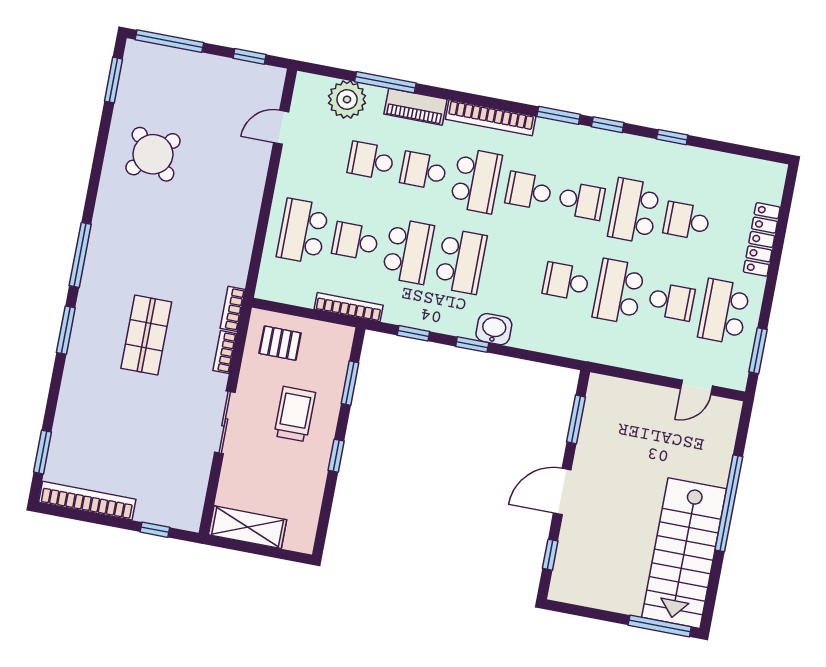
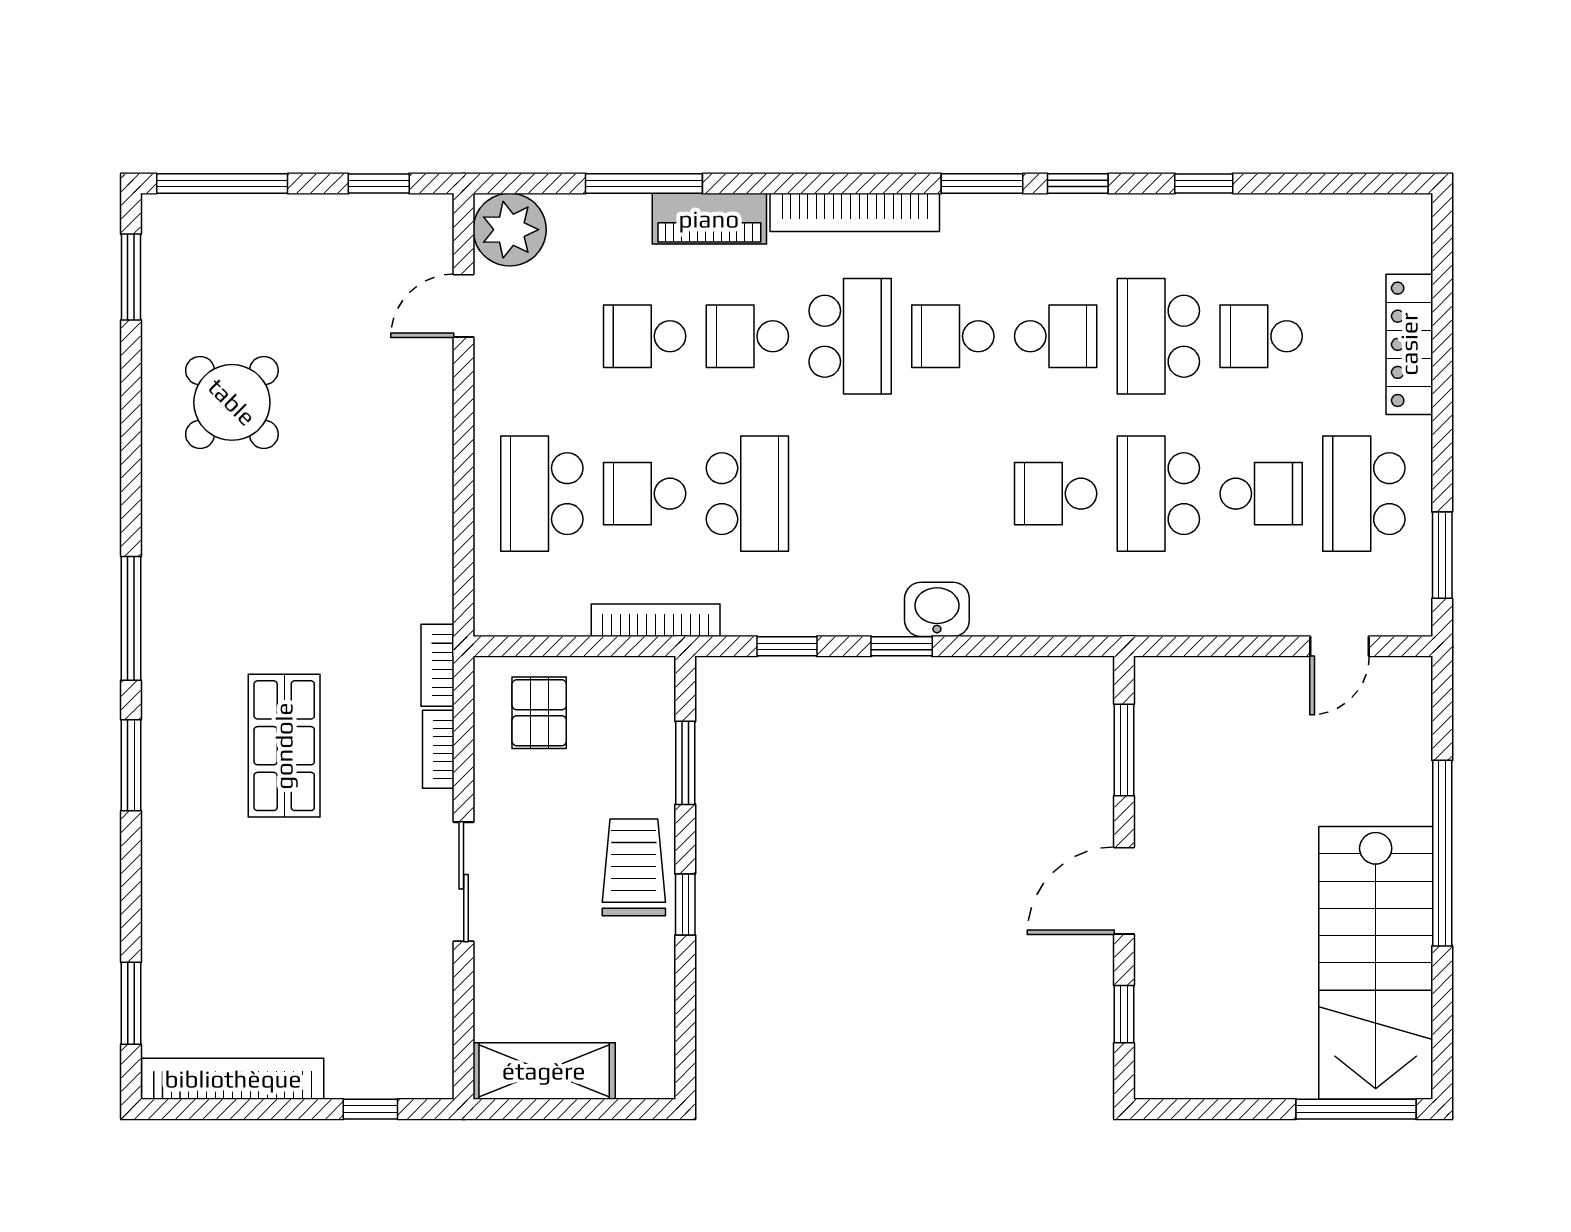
plant: (347, 99) -> (510, 230), moved
school desk: (461, 261) -> (850, 494), removed
pallet: (280, 343) -> (539, 713), turned 90
trolley: (295, 414) -> (634, 867), moved

